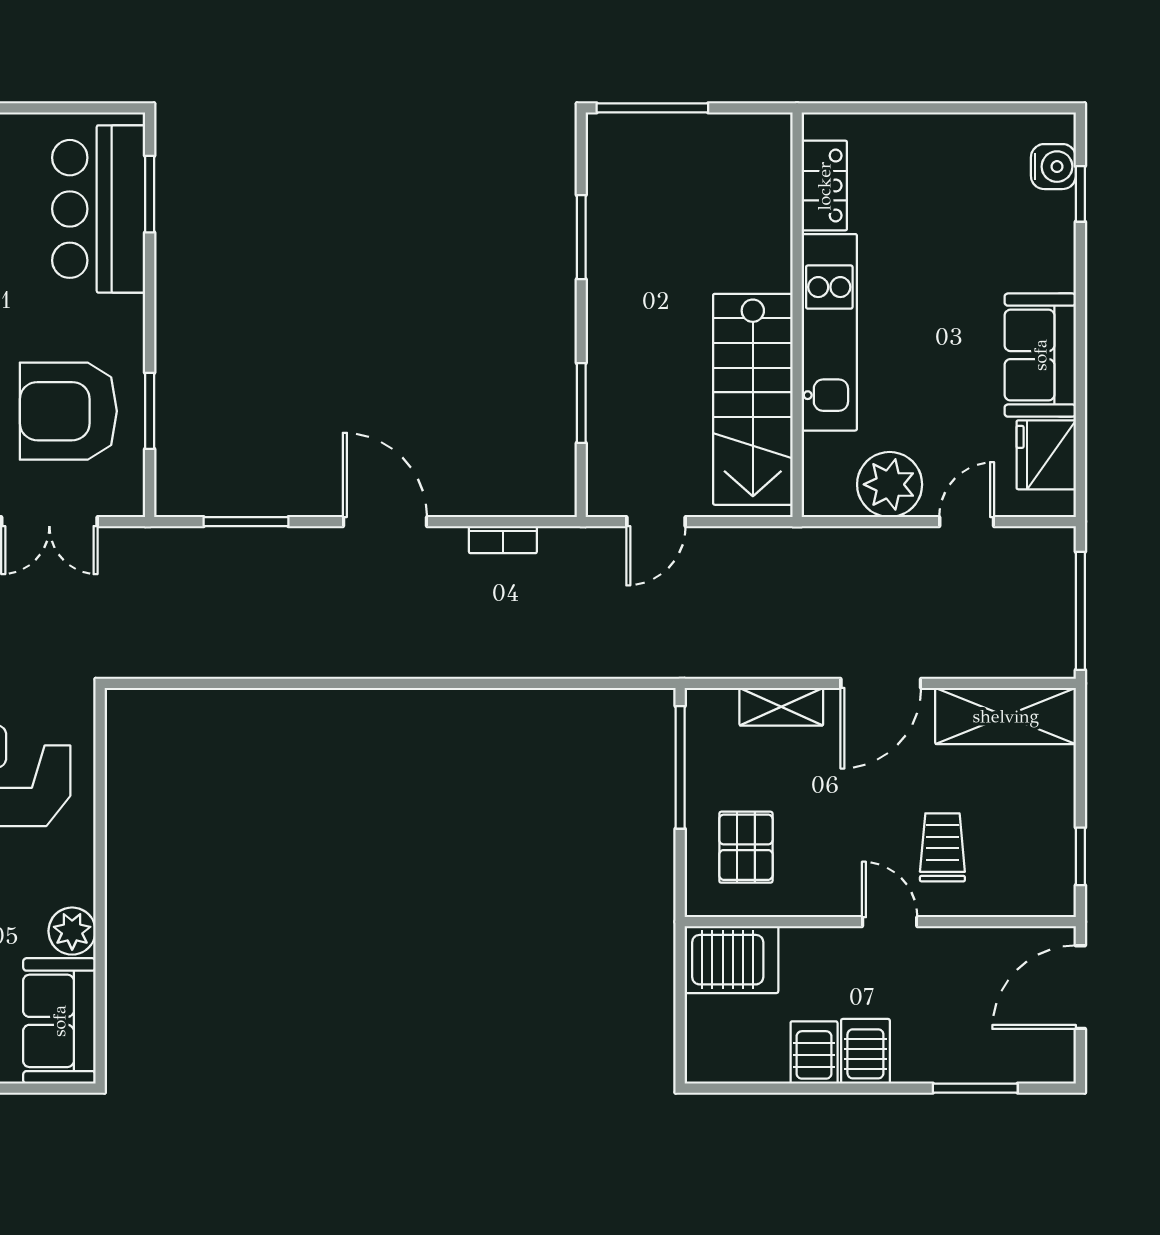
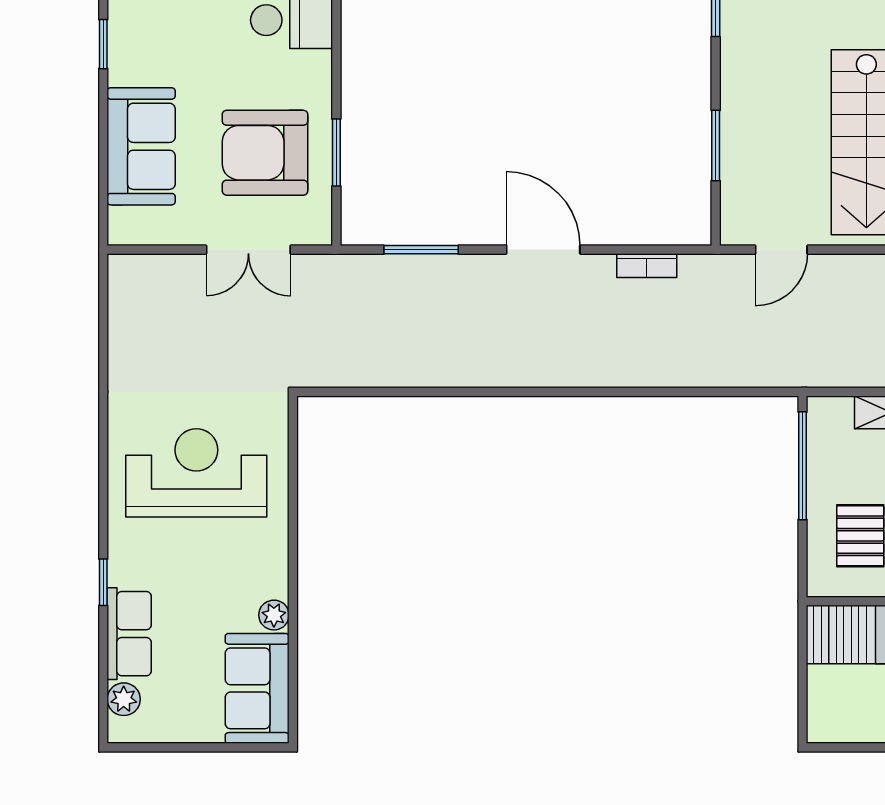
plant: (72, 931) -> (274, 615), width x0.73, depth x0.73

